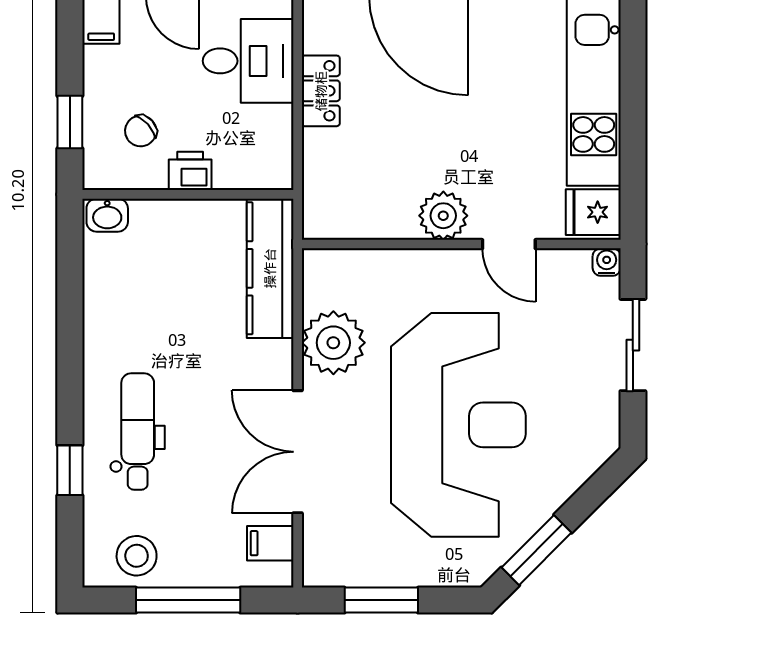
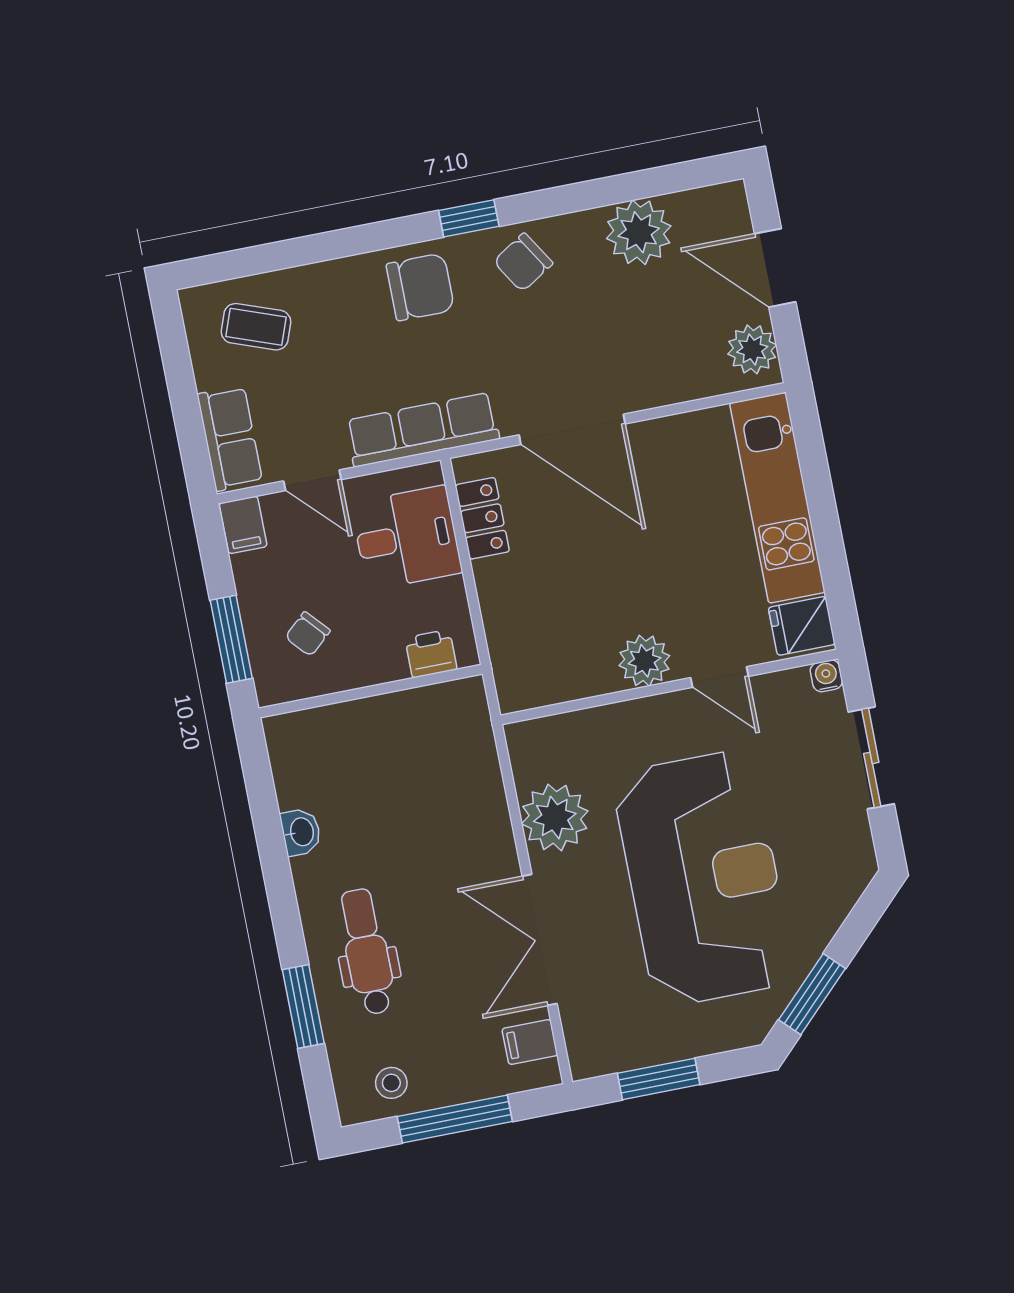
locker: (321, 91) -> (482, 518), moved
window: (70, 122) -> (231, 639), width x1.50
printer: (190, 171) -> (431, 654), moved
washbasin: (107, 215) -> (301, 832), moved, turned -90
kitchen counter: (270, 268) -> (473, 752), removed
window: (70, 470) -> (303, 1006), width x1.50
stool: (137, 556) -> (391, 1083), width x0.73, depth x0.73

